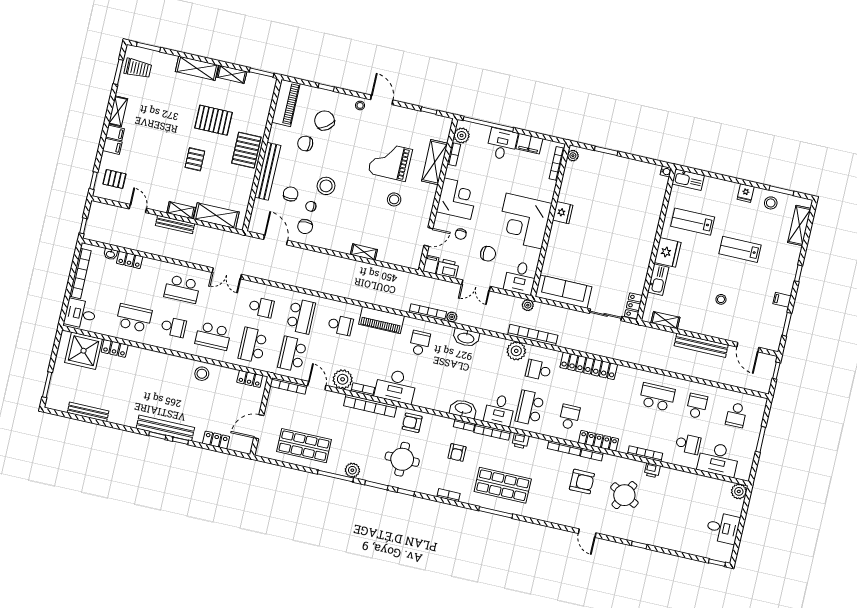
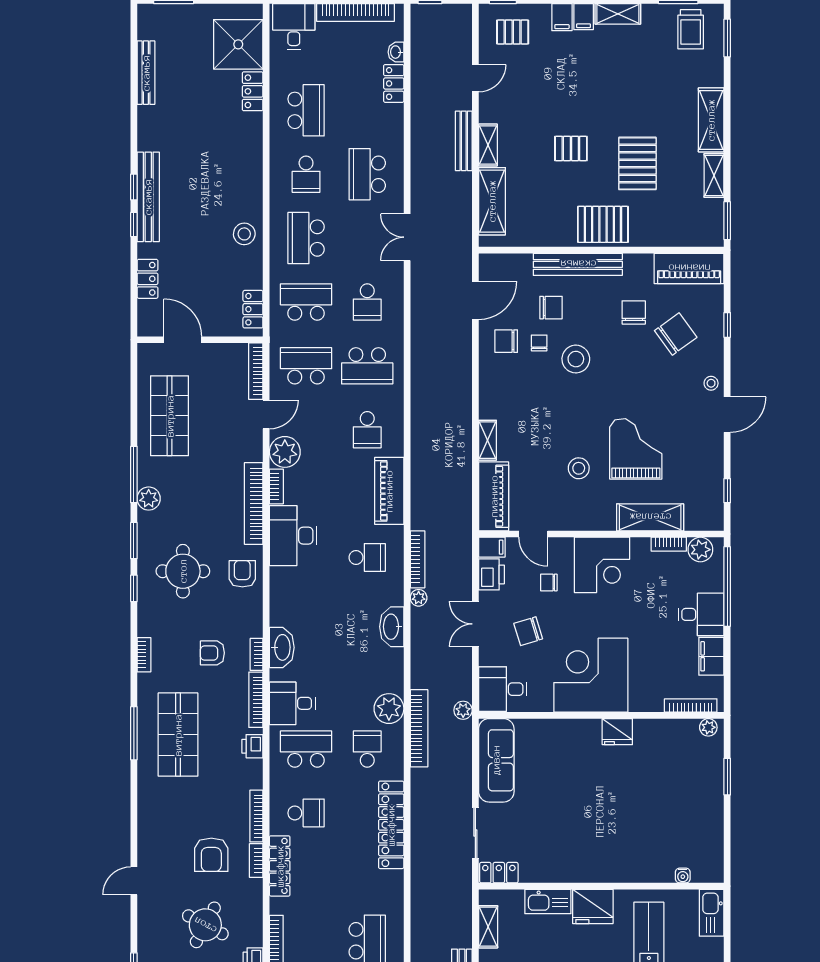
water cooler: (666, 171) -> (683, 875), moved
pallet: (114, 179) -> (513, 32), turned 90
chair: (488, 254) -> (528, 631), turned 73
piano: (399, 256) -> (494, 496), added

